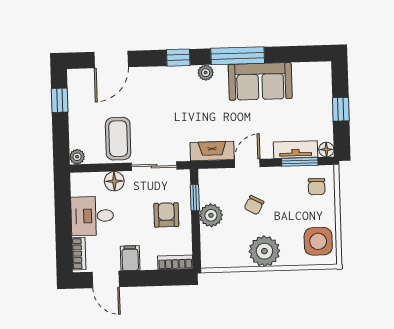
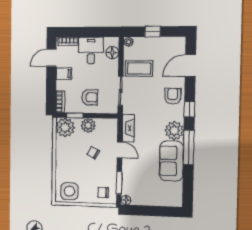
door: (111, 60) -> (190, 66), hinge flipped
plant: (206, 73) -> (174, 131), width x1.88, depth x1.88
armchair: (159, 84) -> (173, 96), added
window: (60, 100) -> (153, 32), moved
window: (341, 109) -> (151, 211), removed
tv unit: (295, 150) -> (127, 181), removed
floor lamp: (114, 181) -> (112, 53), moved
window: (195, 197) -> (75, 115), moved
plant: (264, 251) -> (65, 127), moved

